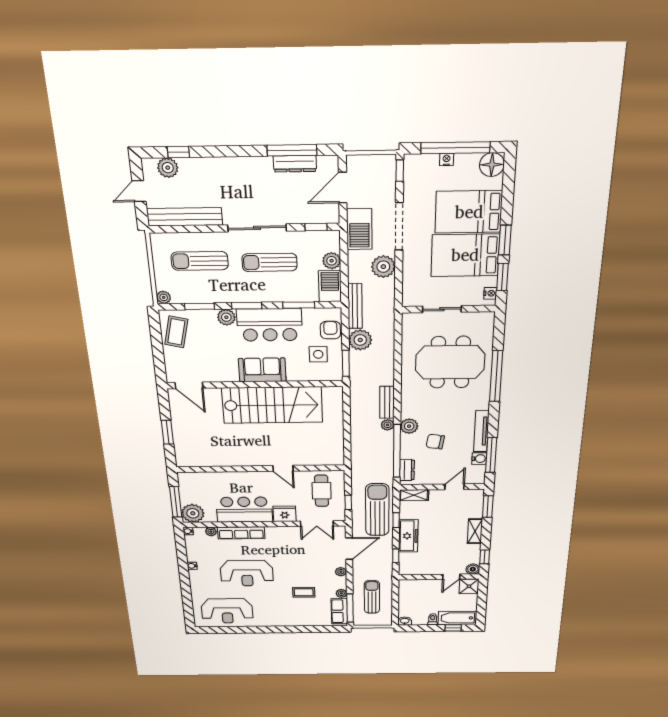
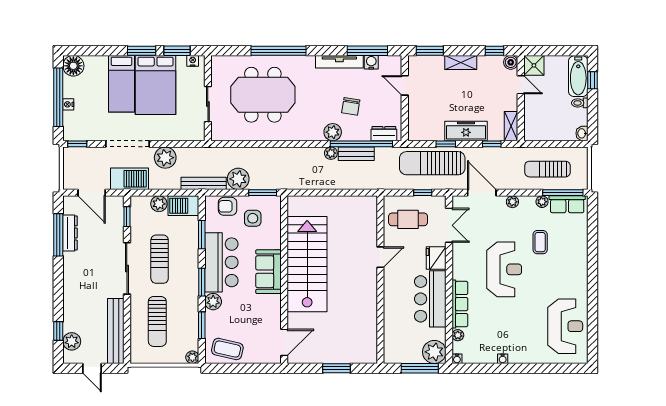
bed: (469, 212) -> (121, 84), width x0.67
meeting table: (450, 362) -> (263, 95), turned 90
bench: (387, 402) -> (356, 154), moved
shelving: (414, 495) -> (511, 126), moved
reception desk: (247, 573) -> (504, 269), moved

